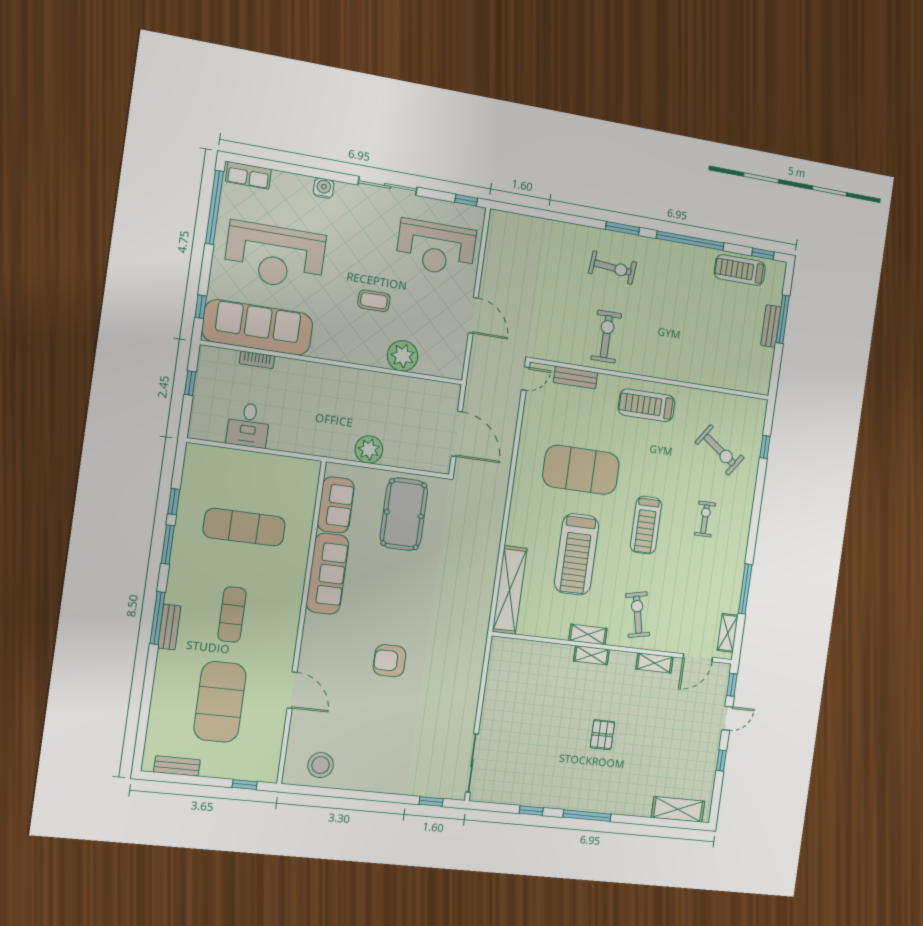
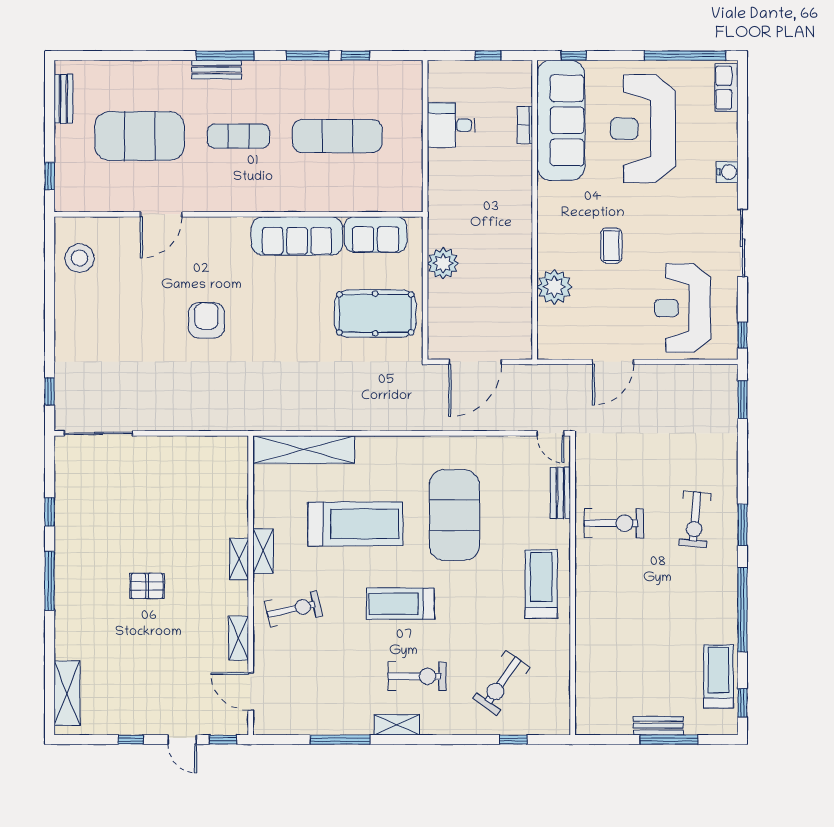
window: (520, 210) -> (742, 400), added
exercise bike: (705, 519) -> (417, 676), width x1.38, depth x1.39
exercise mat: (244, 527) -> (337, 136), turned 90
treadmill: (577, 554) -> (355, 524), turned 180
shelving: (728, 633) -> (397, 725), moved

